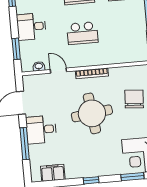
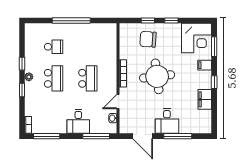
window: (16, 49) -> (96, 136), width x1.44
filing cabinet: (110, 168) -> (205, 65), added
filing cabinet: (53, 173) -> (205, 99), moved

